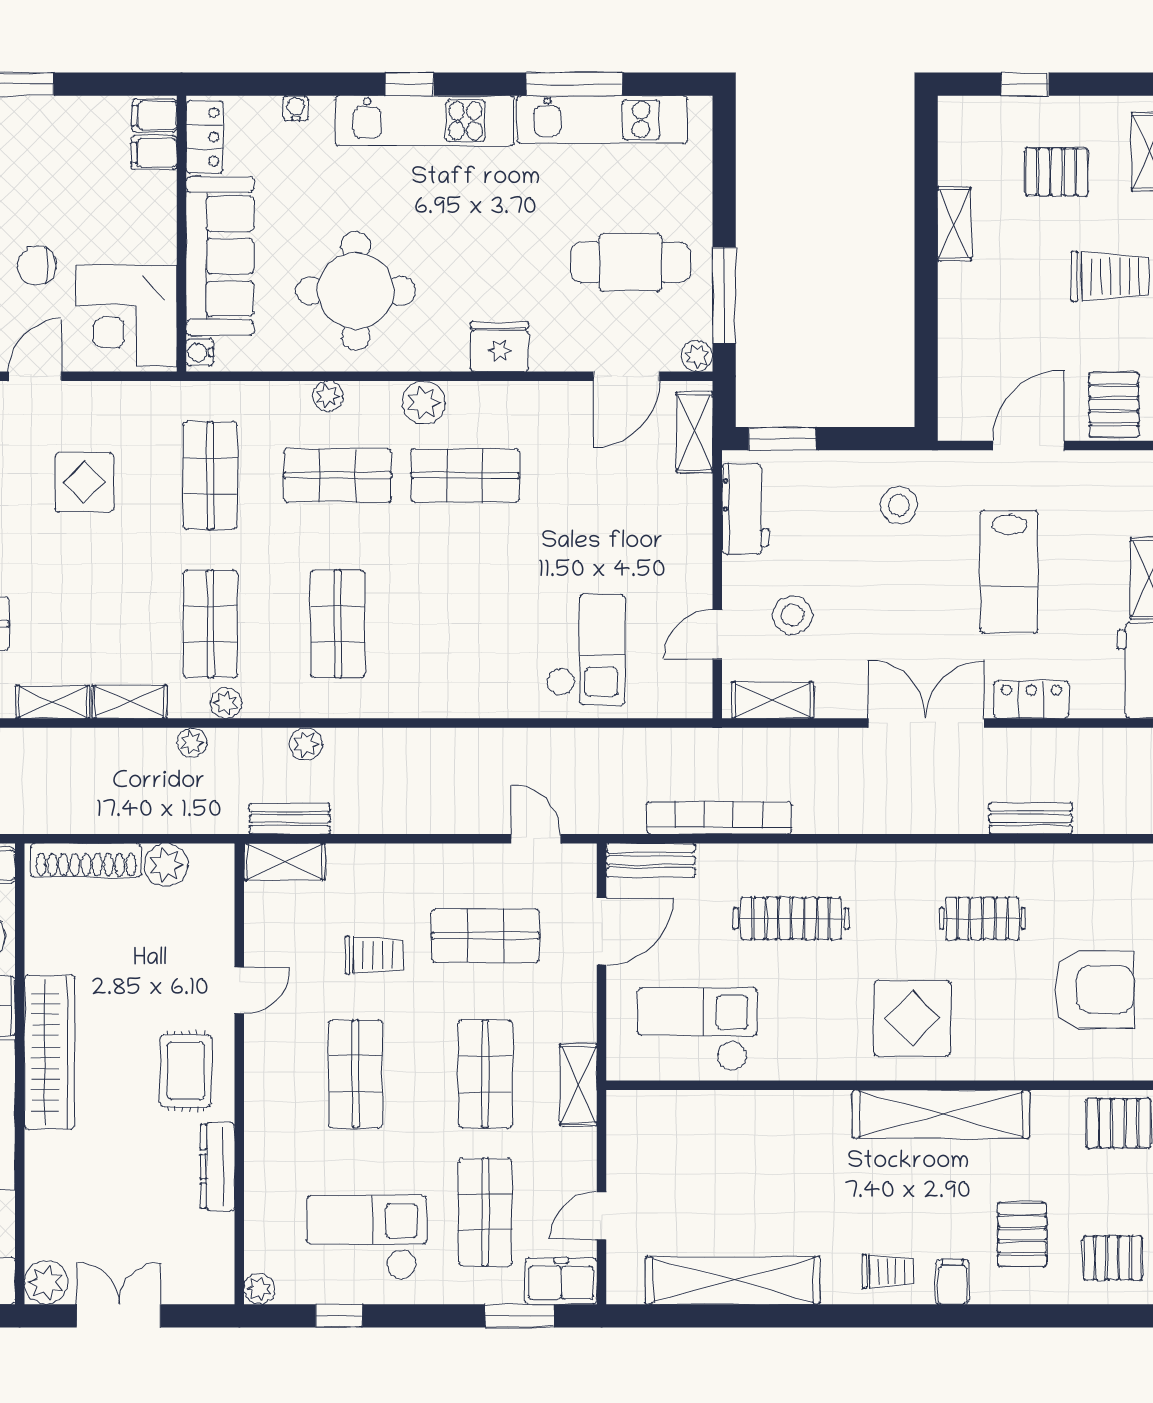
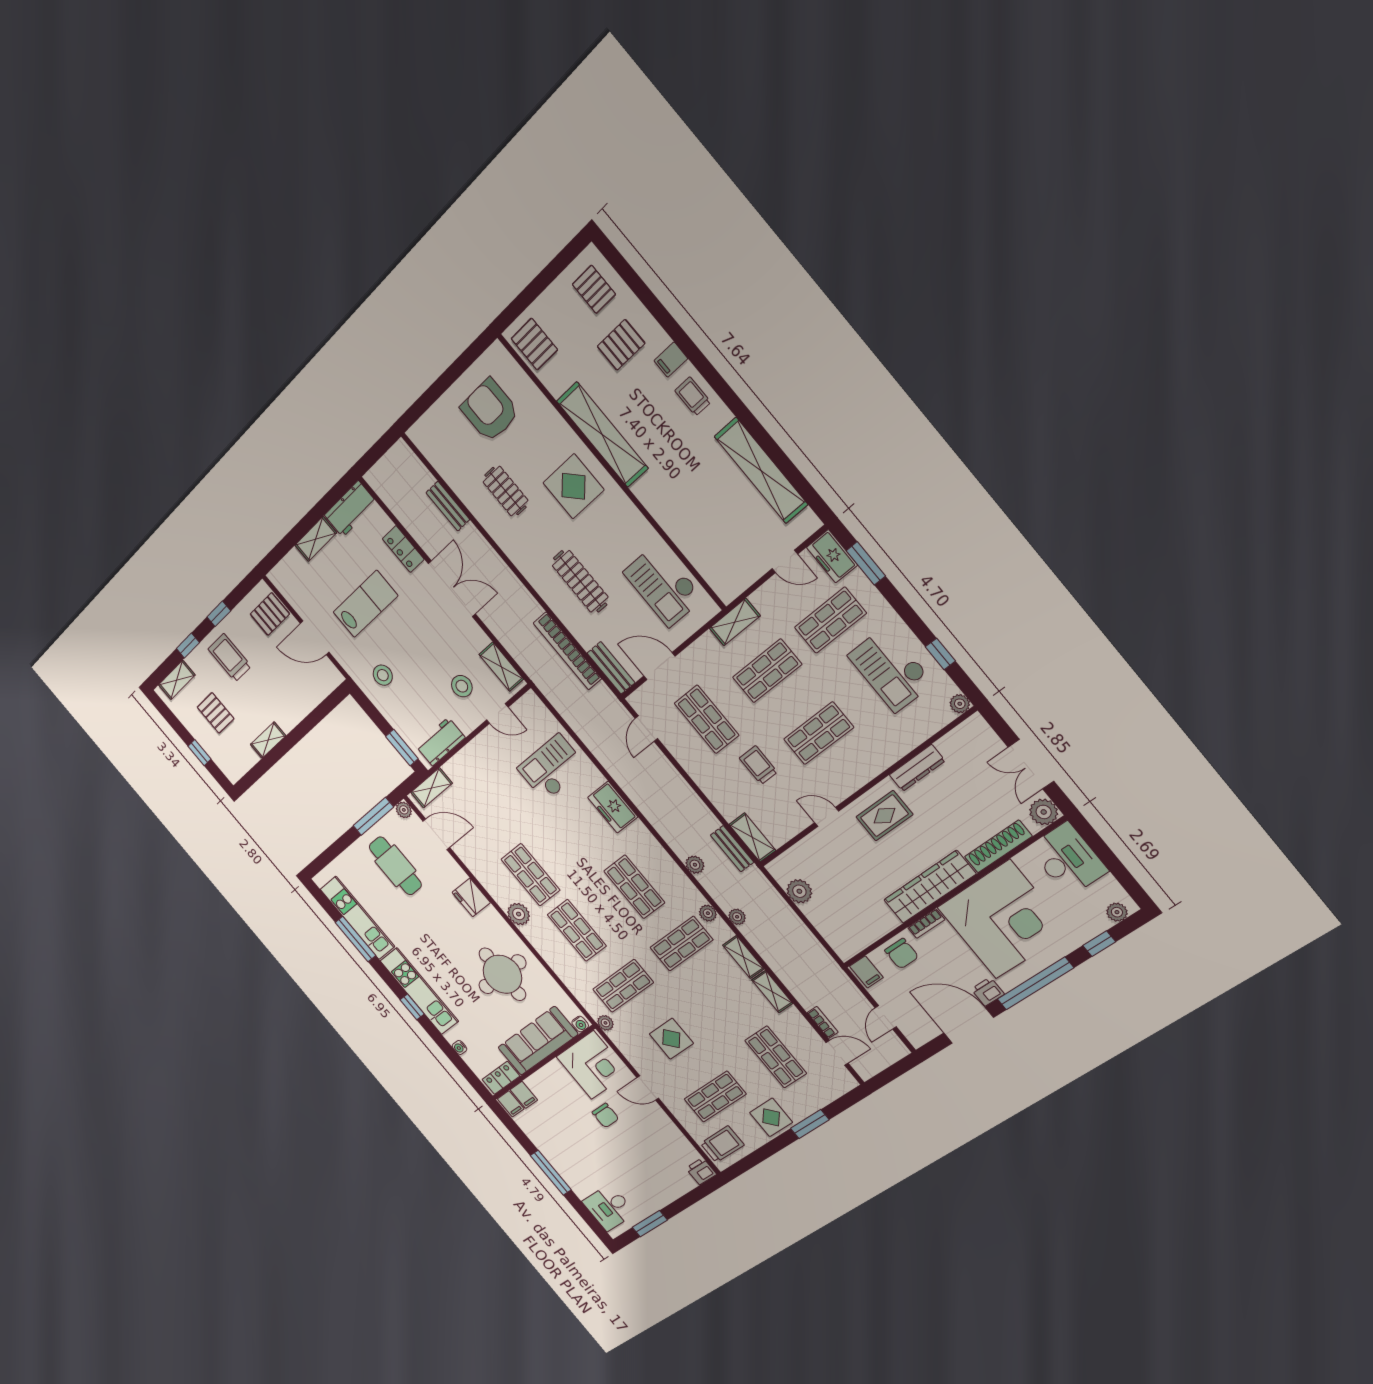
plant: (328, 396) -> (605, 1023), moved
shop shelf: (338, 624) -> (634, 887), turned 90
freezer: (468, 692) -> (613, 807), added
double door: (926, 723) -> (452, 589), swing flipped
shoe rack: (86, 860) -> (998, 846), moved, turned -90

